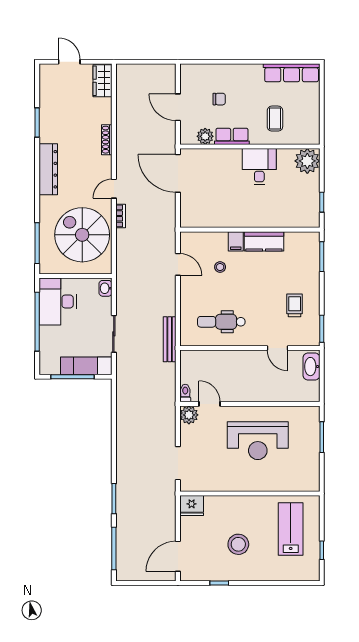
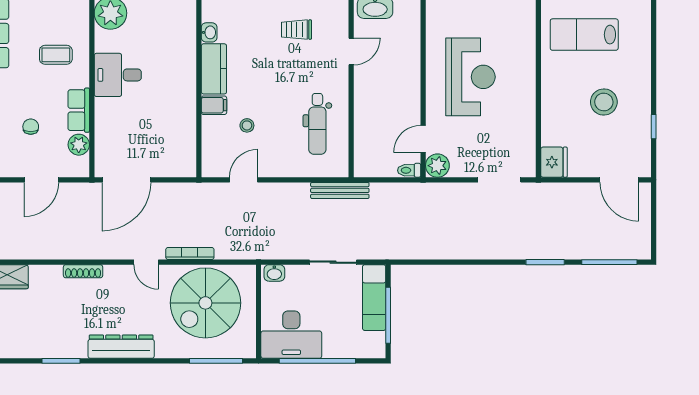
bookcase: (121, 216) -> (190, 254), width x1.56
washbasin: (292, 238) -> (209, 32), added

